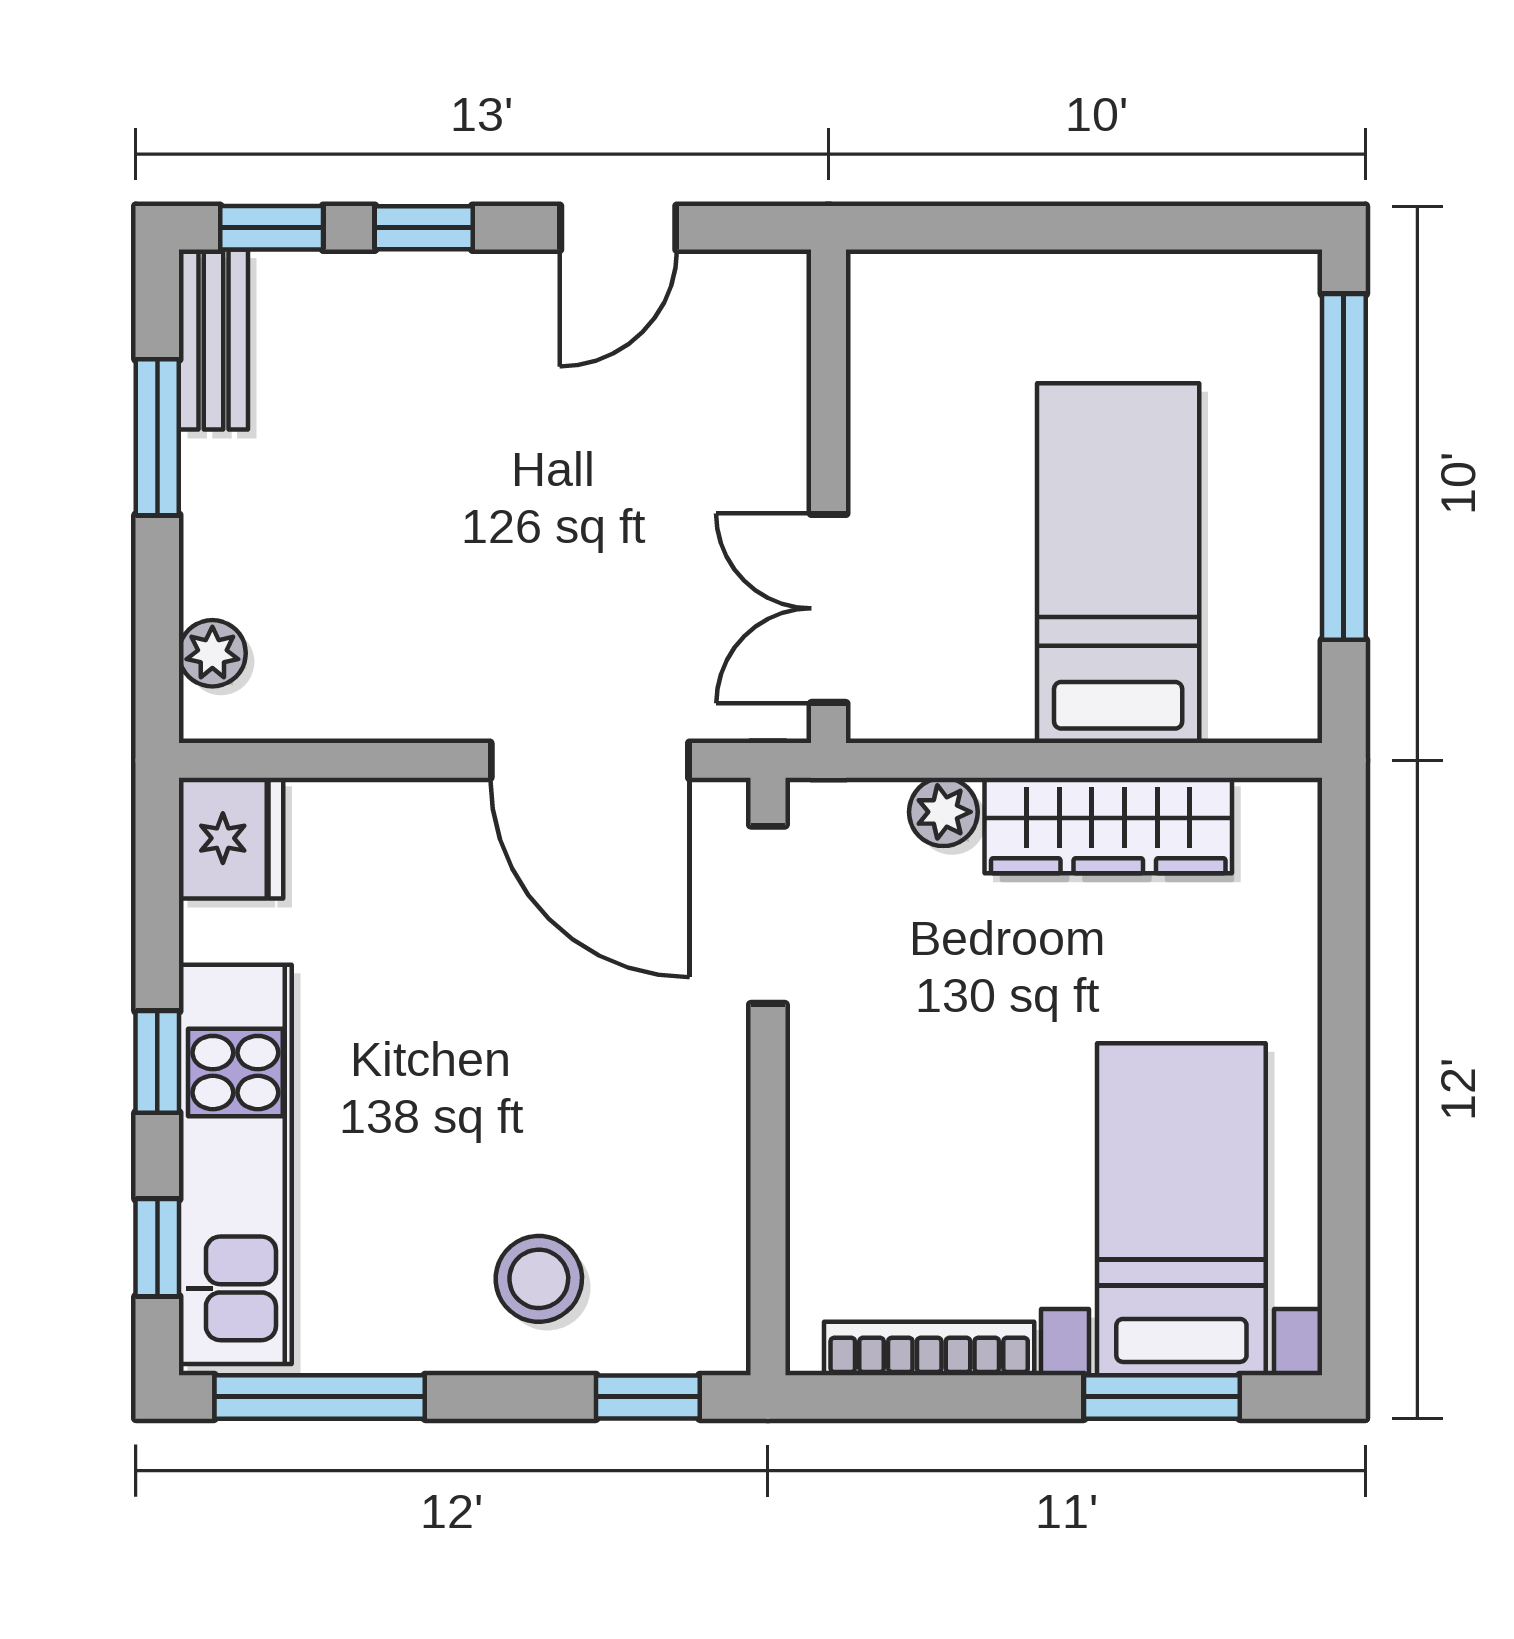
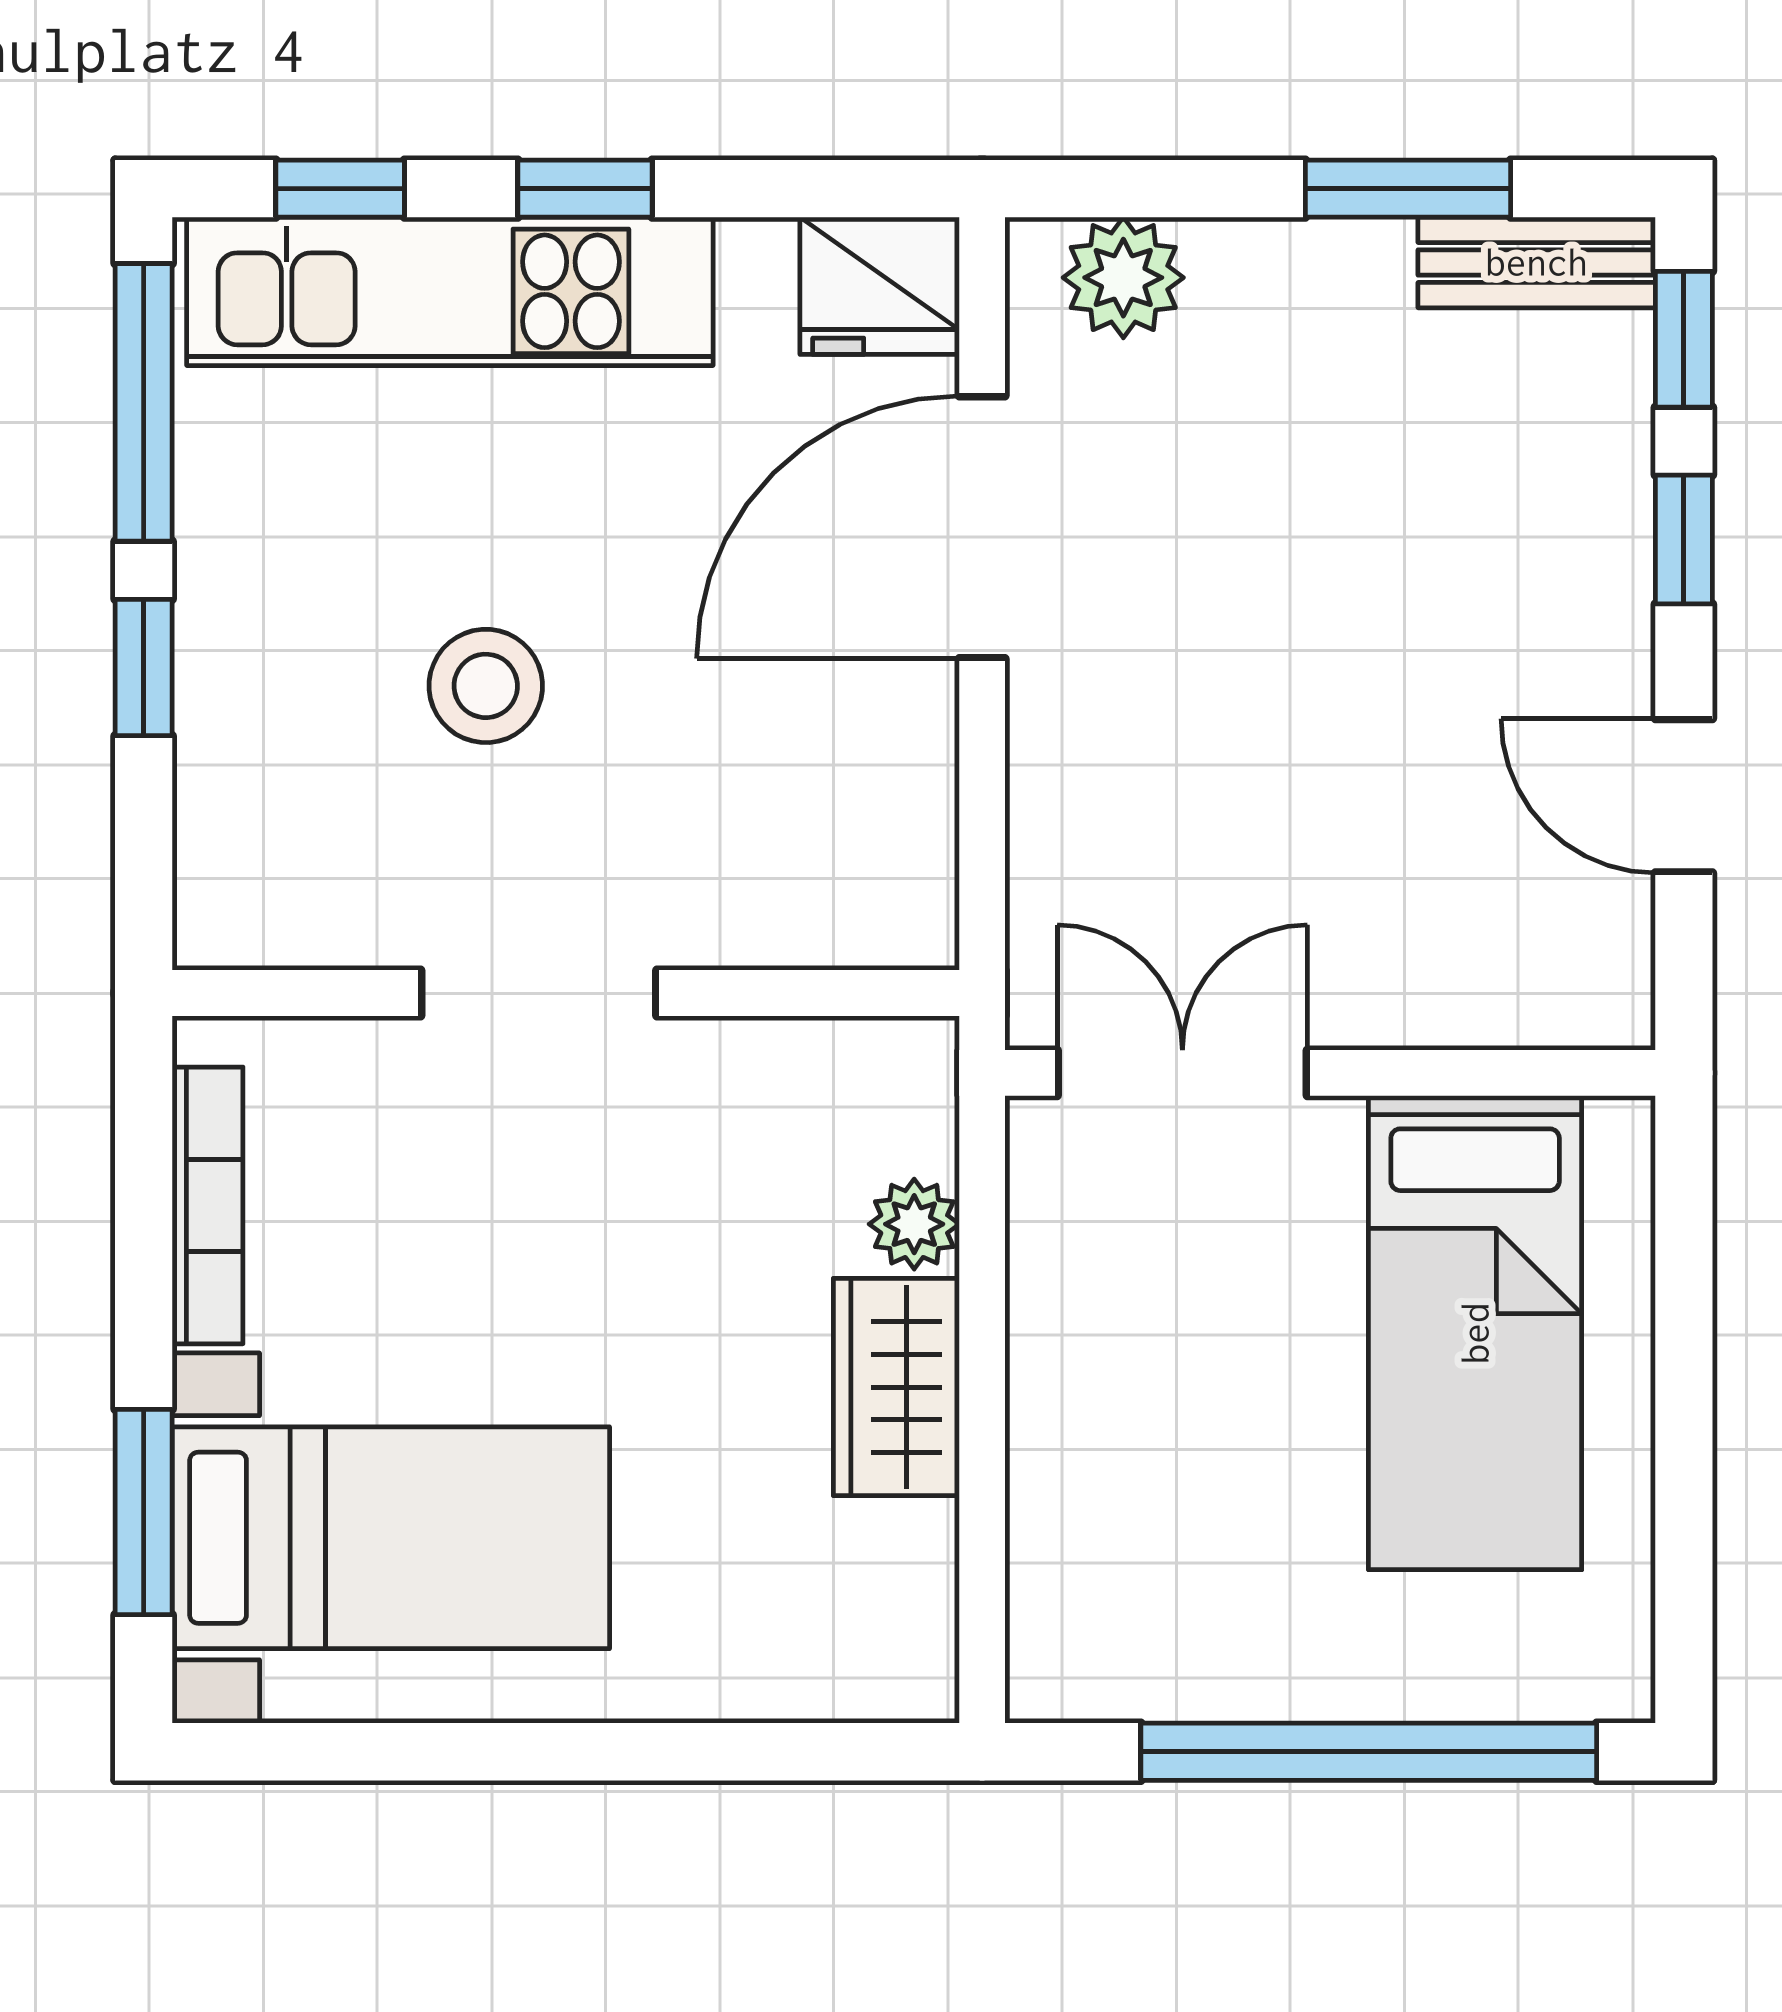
bed: (1118, 563) -> (1475, 1333), moved, turned 90
plant: (212, 653) -> (1123, 278), width x1.38, depth x1.38
door: (590, 760) -> (982, 527), moved
wardrobe: (1108, 826) -> (896, 1387), width x0.67
doorway: (768, 915) -> (539, 993), moved
stool: (539, 1279) -> (486, 686), moved
window: (648, 1397) -> (144, 667), moved

